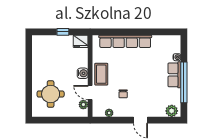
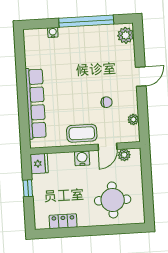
locker: (37, 57) -> (63, 221), added
row of seats: (174, 75) -> (77, 35), removed

